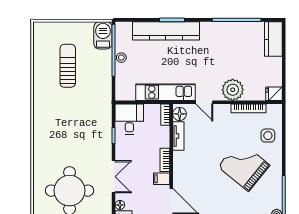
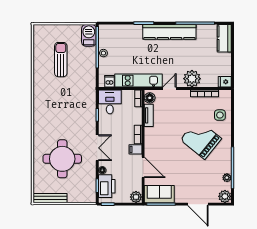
kitchen counter: (166, 31) -> (169, 32), moved
dishwasher: (129, 93) -> (109, 81), added
door: (204, 102) -> (169, 89), swing flipped

